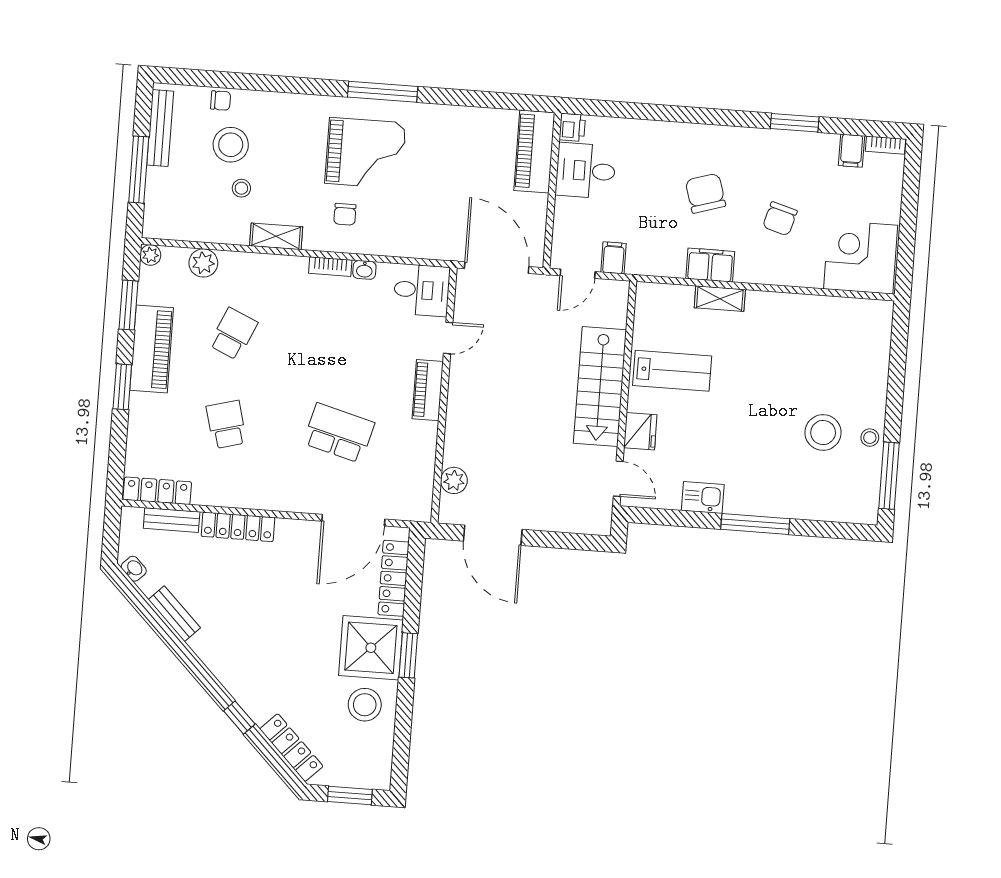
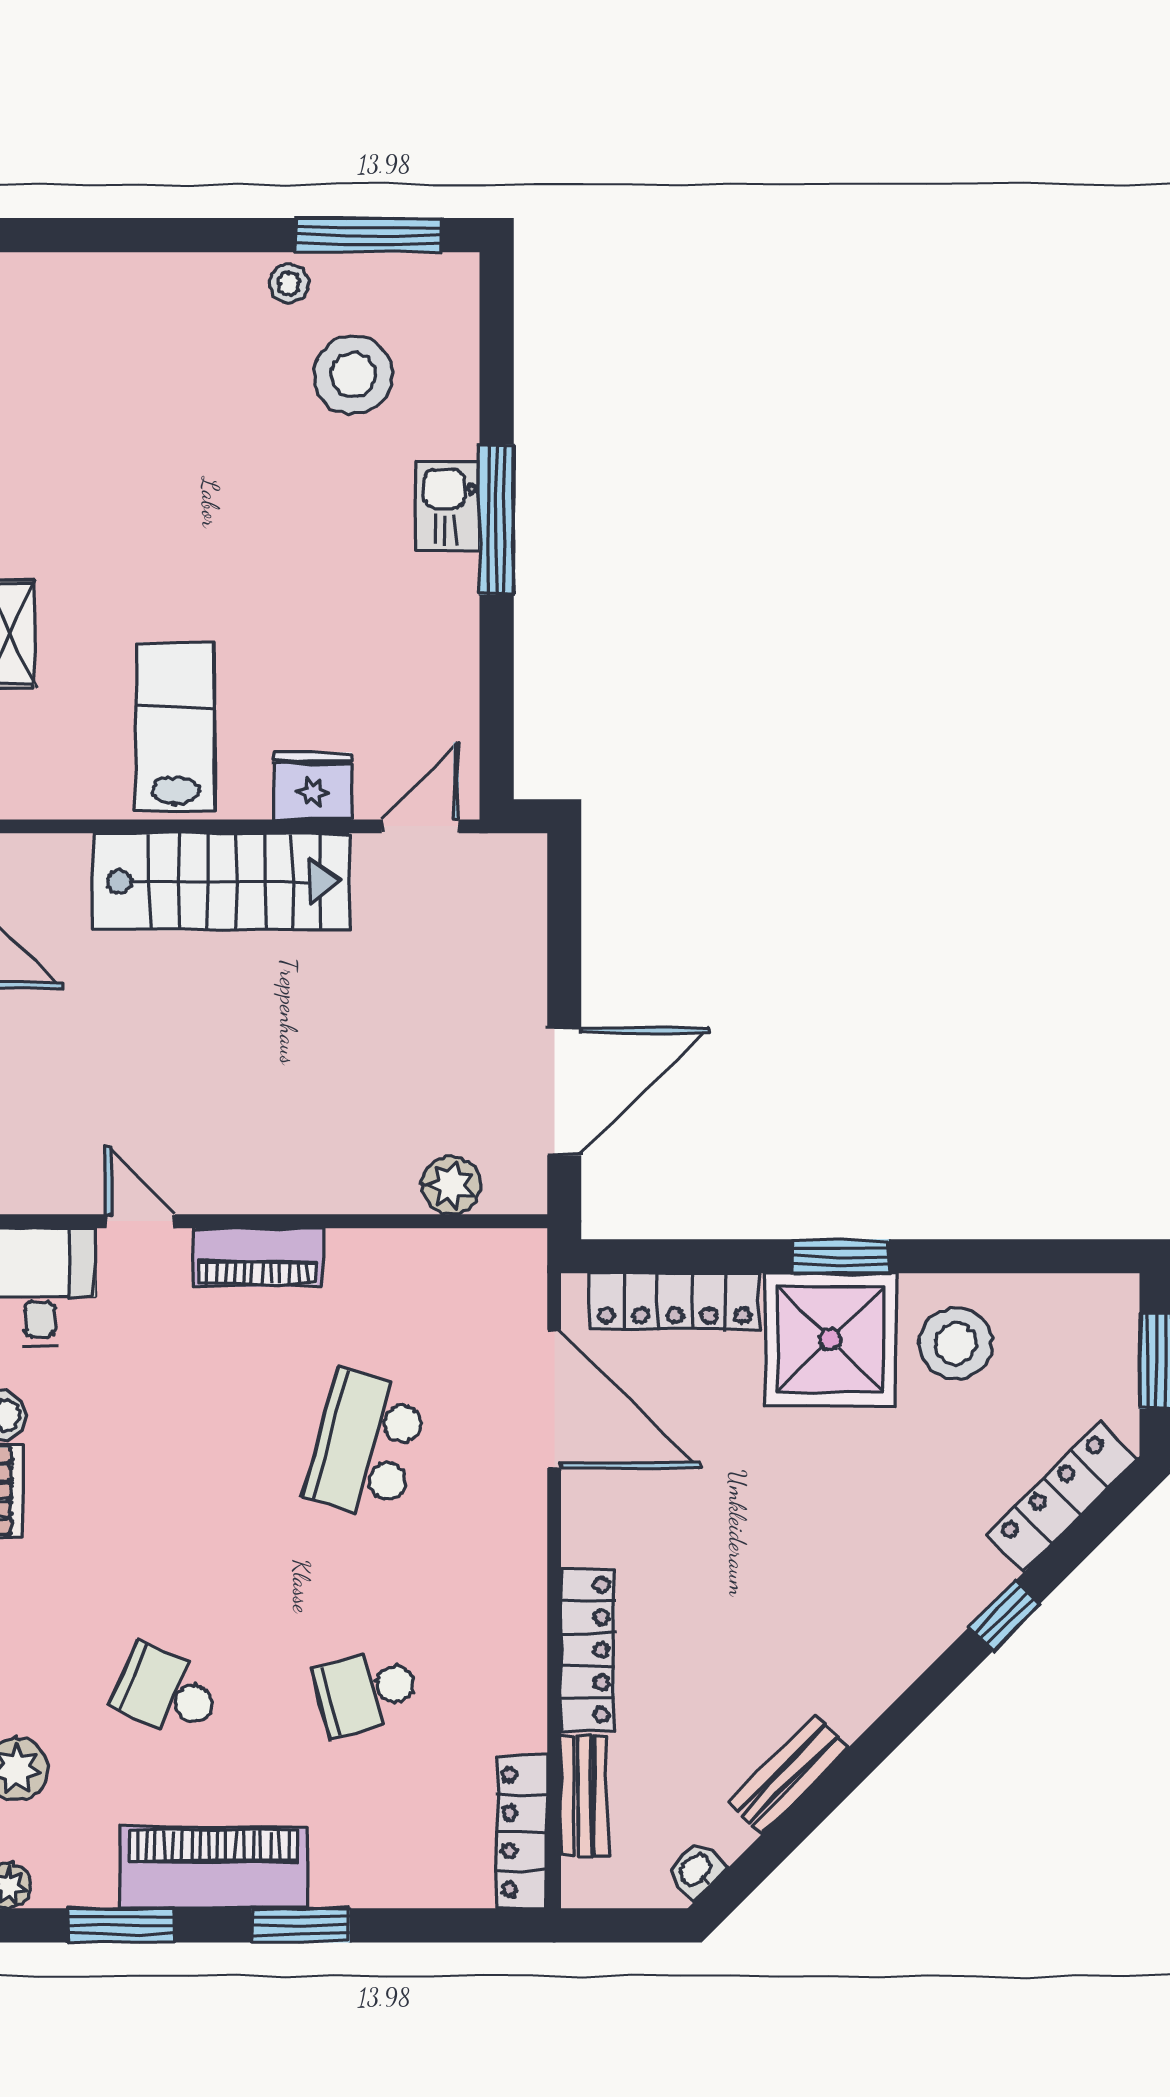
stool: (823, 433) -> (353, 375), moved
kitchen sink: (703, 498) -> (447, 506), moved

